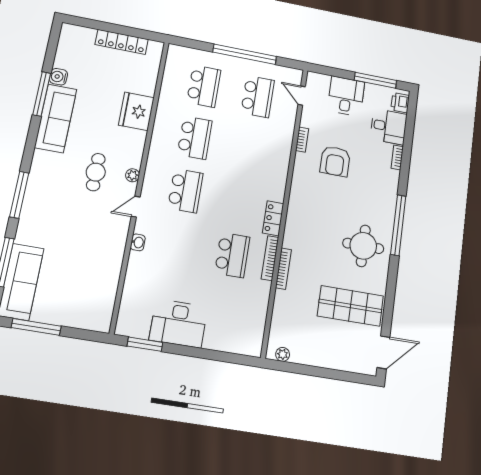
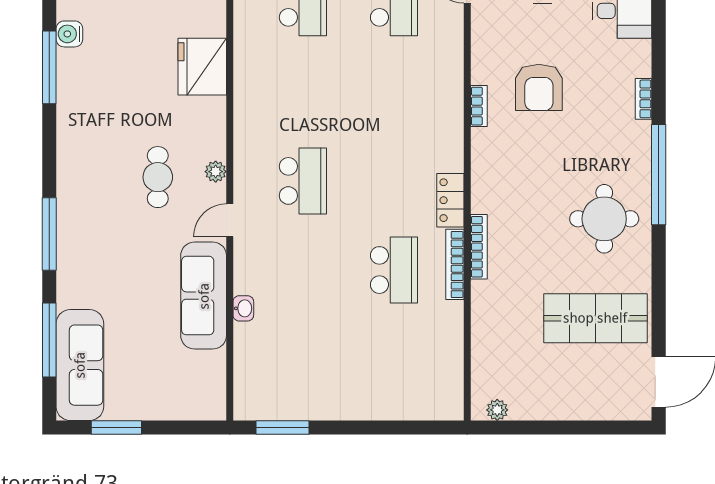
sofa: (56, 118) -> (204, 296), moved, turned 180
school desk: (195, 138) -> (303, 92), removed
bookcase: (302, 140) -> (479, 106), moved
bookcase: (397, 157) -> (644, 99), moved
washbasin: (138, 242) -> (243, 308), moved
bookcase: (283, 269) -> (479, 247), moved
desk: (179, 323) -> (328, 389), removed
window: (36, 327) -> (116, 428), width x0.69

